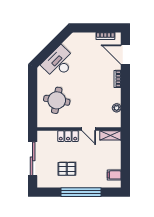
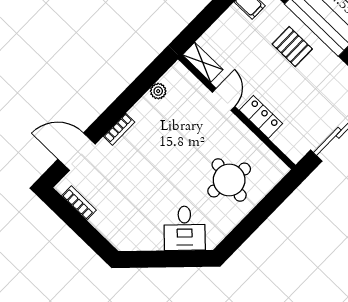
door: (125, 55) -> (77, 152), swing flipped
desk: (59, 63) -> (185, 228), width x0.73
pallet: (67, 169) -> (292, 47), moved

